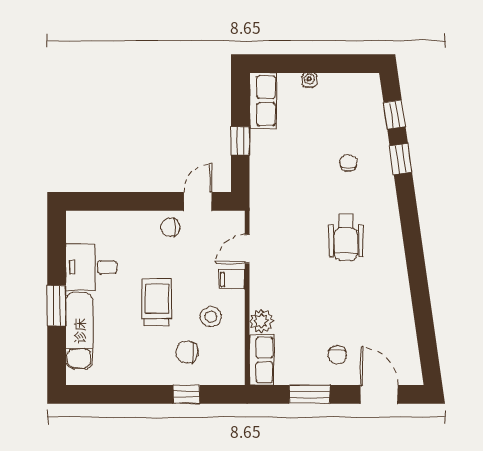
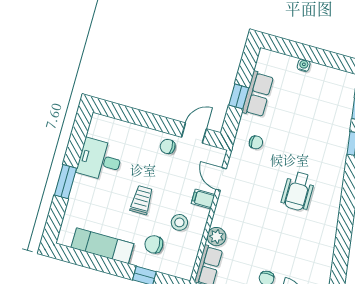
row of seats: (263, 101) -> (258, 94), moved
chair: (348, 163) -> (256, 142), moved, turned 90
door: (247, 249) -> (221, 179), hinge flipped
trolley: (157, 302) -> (142, 200), width x0.73, depth x0.72
exam couch: (79, 331) -> (102, 246), moved, turned -90

